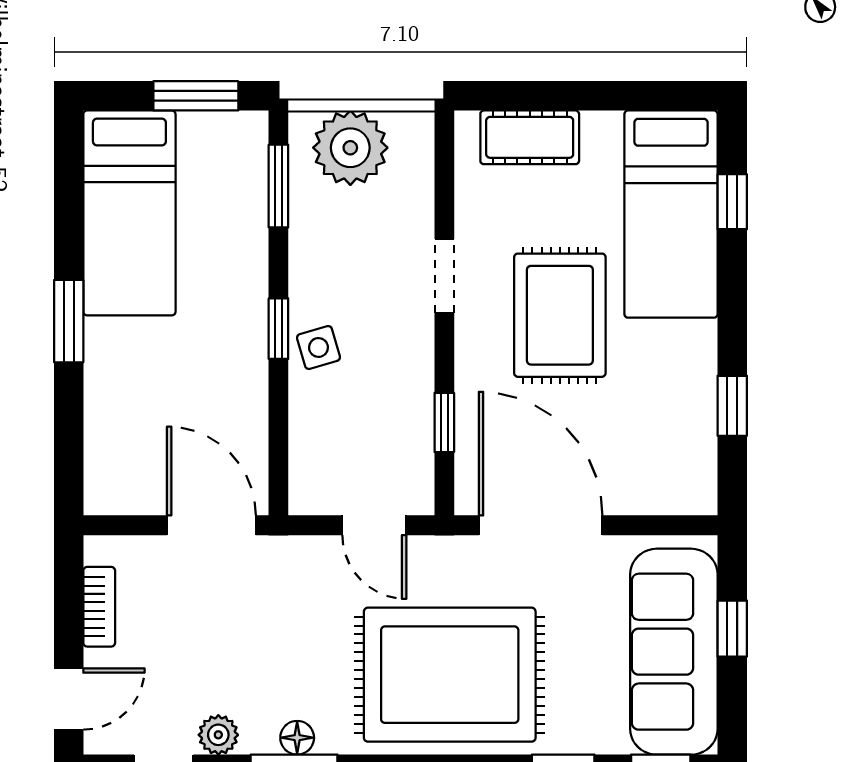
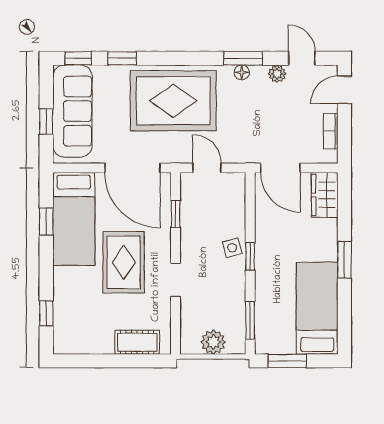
plant: (350, 148) -> (213, 342), width x0.73, depth x0.73
bed: (671, 214) -> (74, 219), moved, turned 180
wardrobe: (113, 465) -> (325, 195), added

